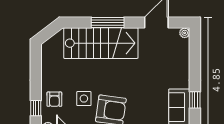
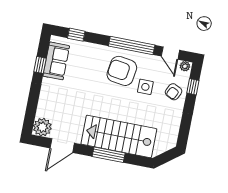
plant: (185, 33) -> (42, 127), width x1.88, depth x1.88
armchair: (54, 99) -> (174, 92), turned -153

